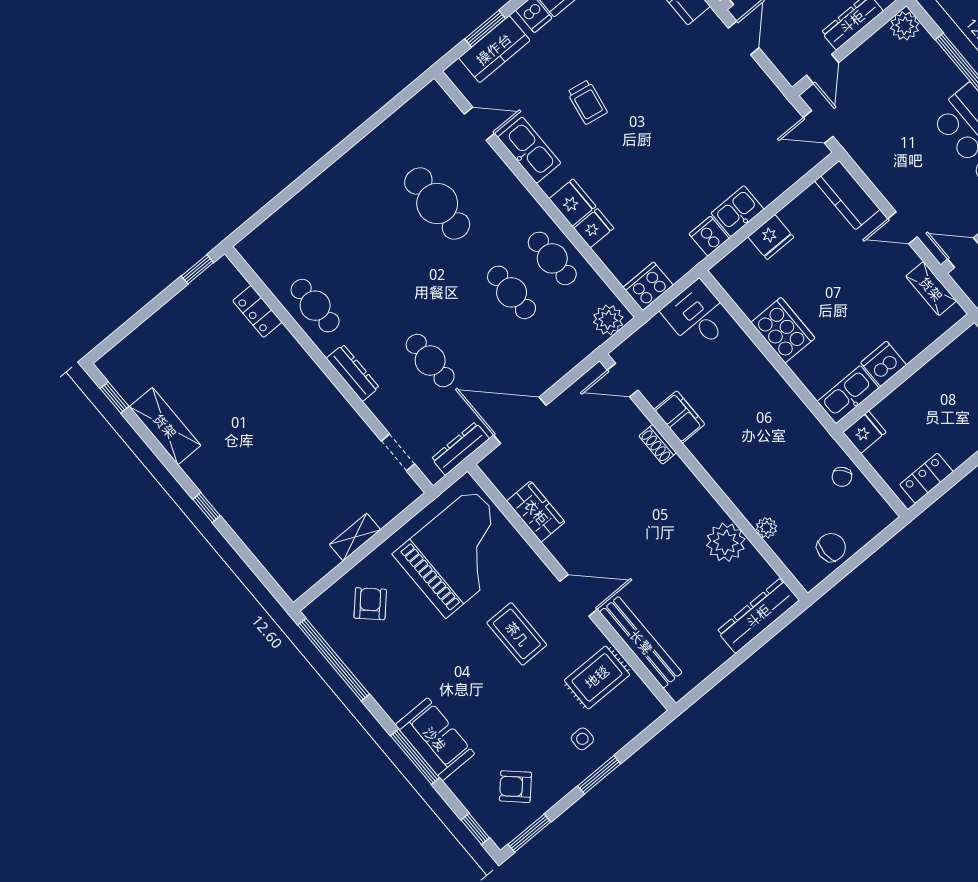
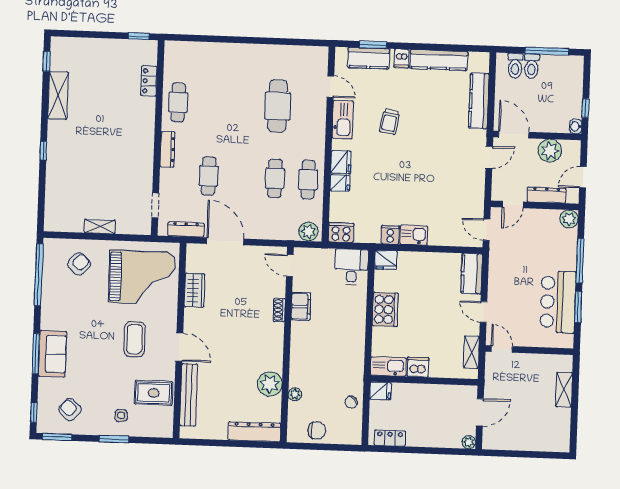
fridge: (771, 237) -> (386, 260), moved

